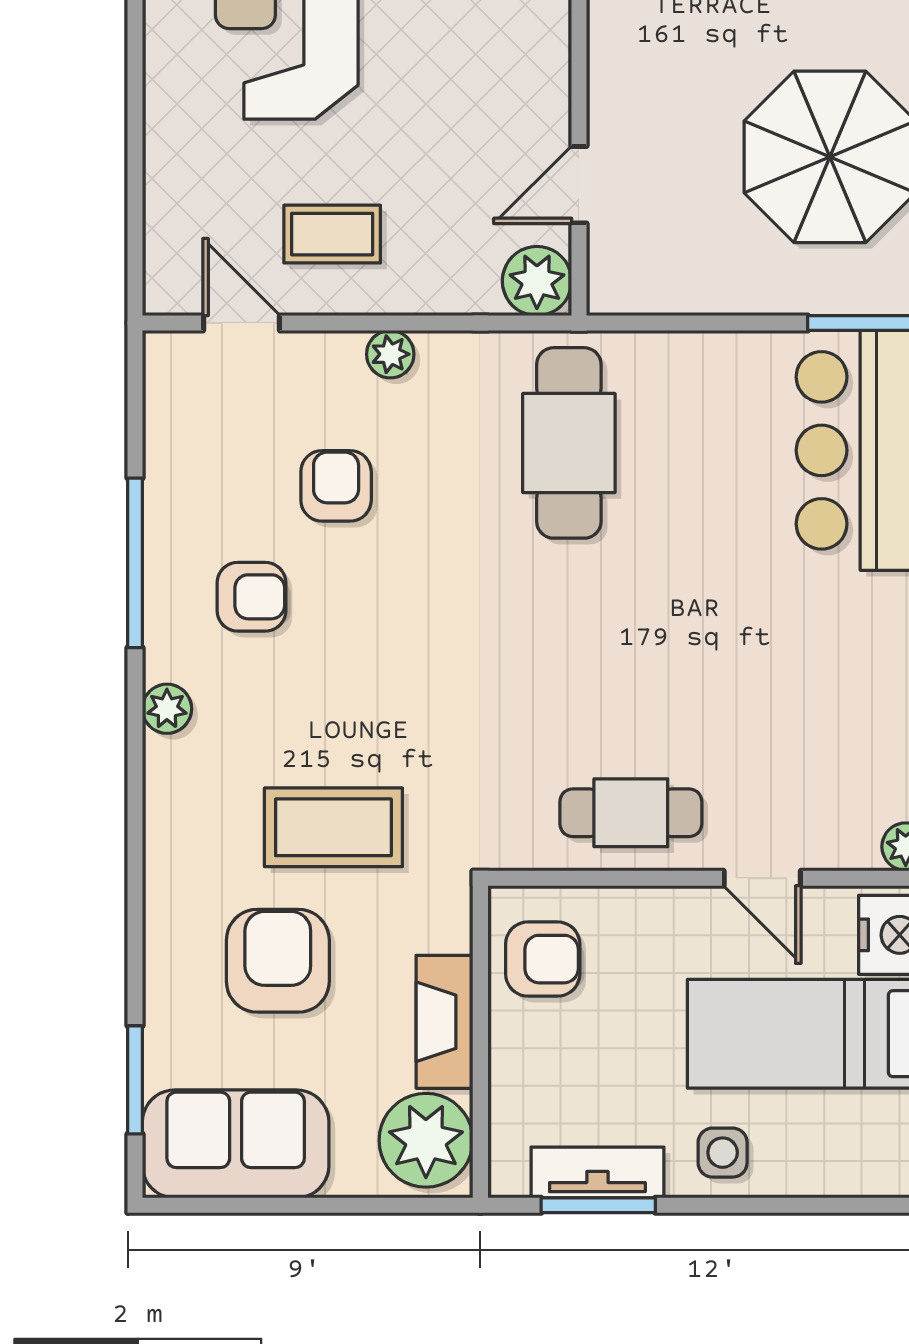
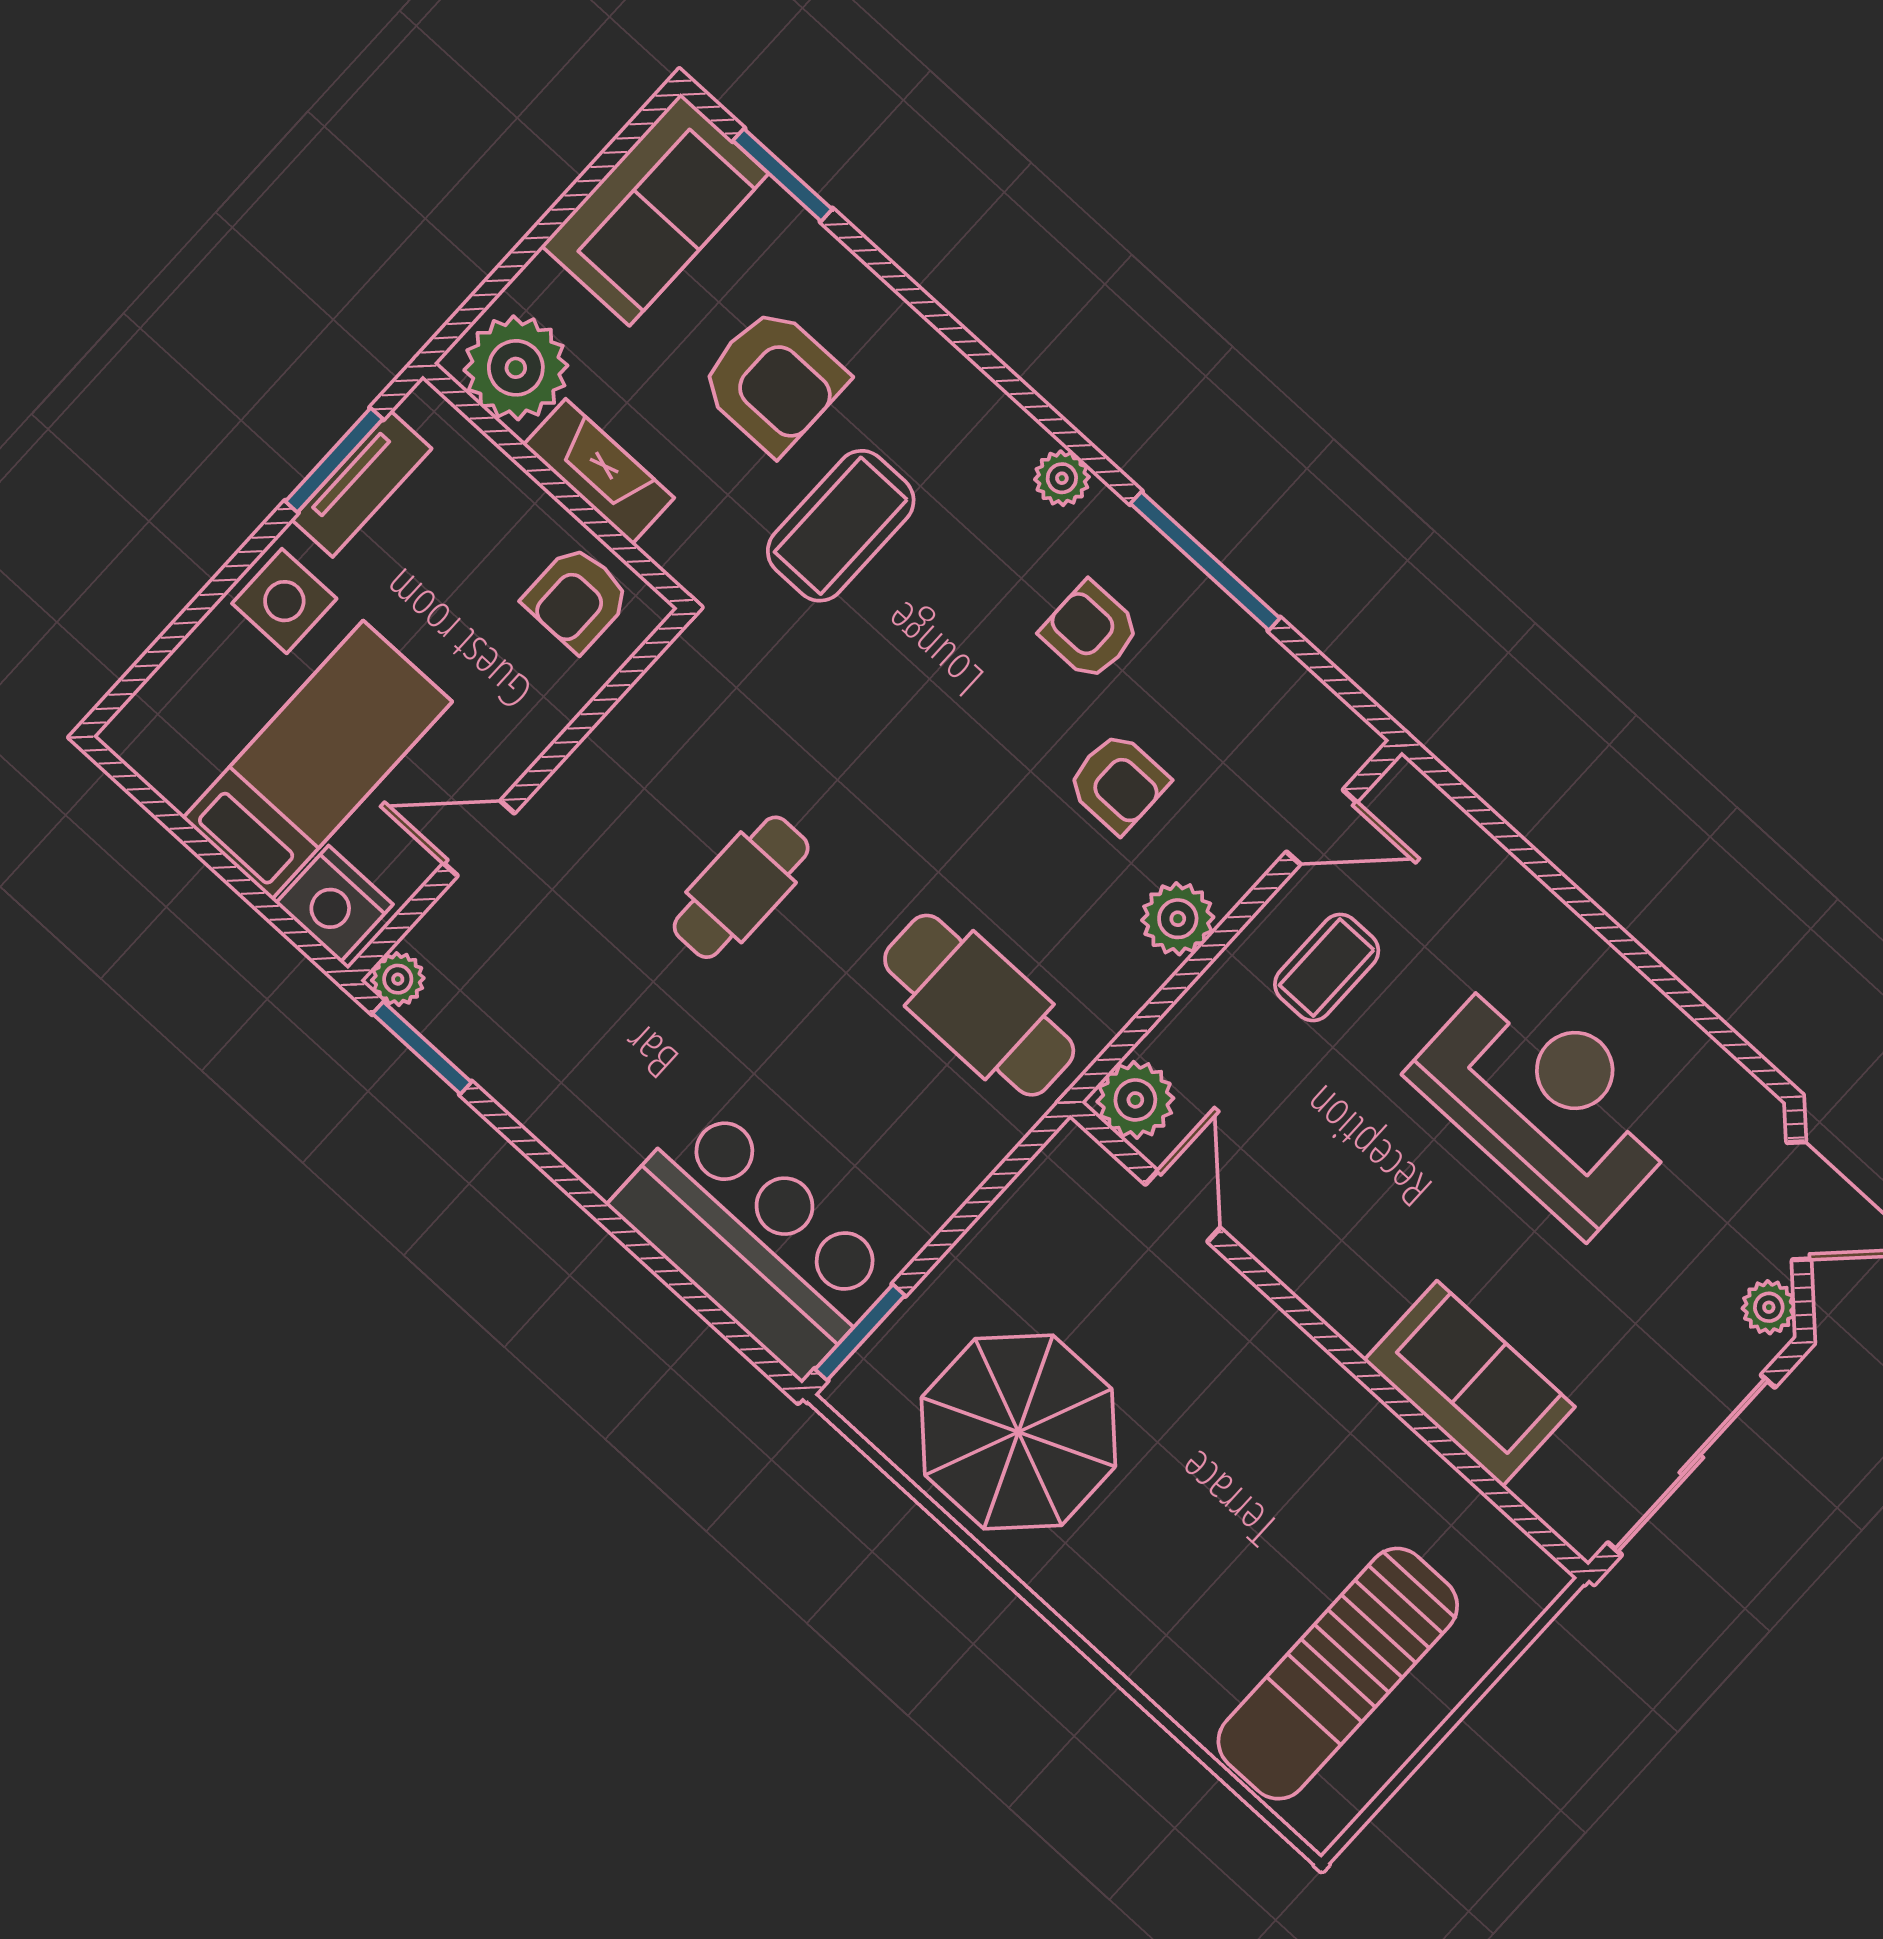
plant: (390, 354) -> (1178, 919), width x1.38, depth x1.38
armchair: (251, 597) -> (1090, 631), turned 90
cafe table: (631, 813) -> (741, 887), moved
side table: (723, 1153) -> (284, 601), width x1.37, depth x1.37

